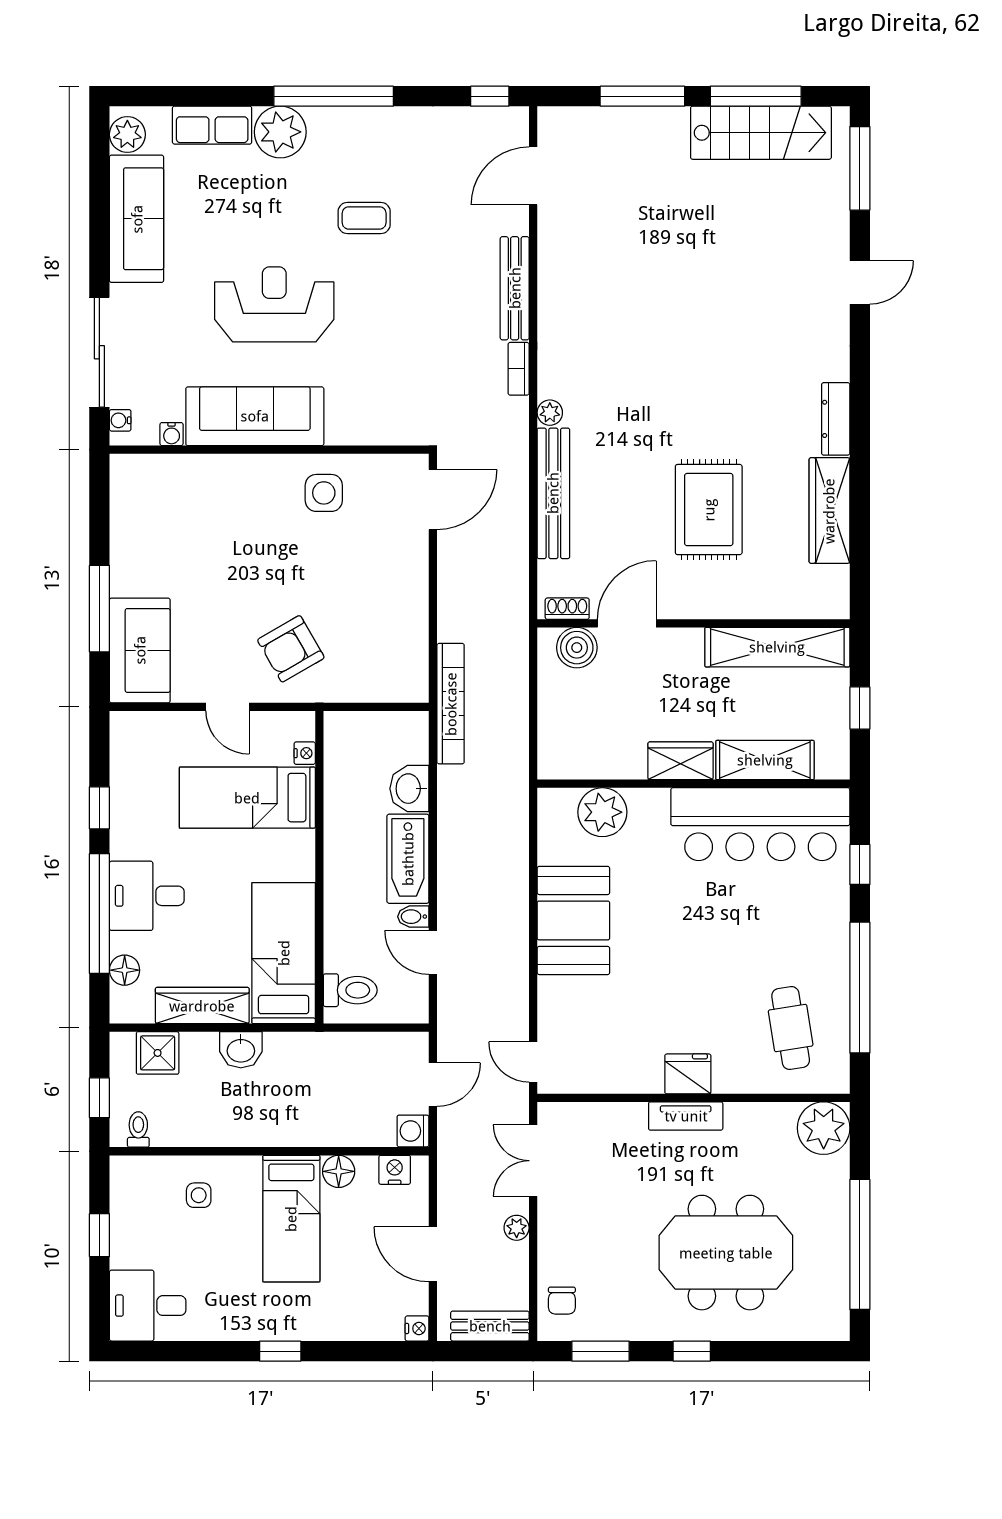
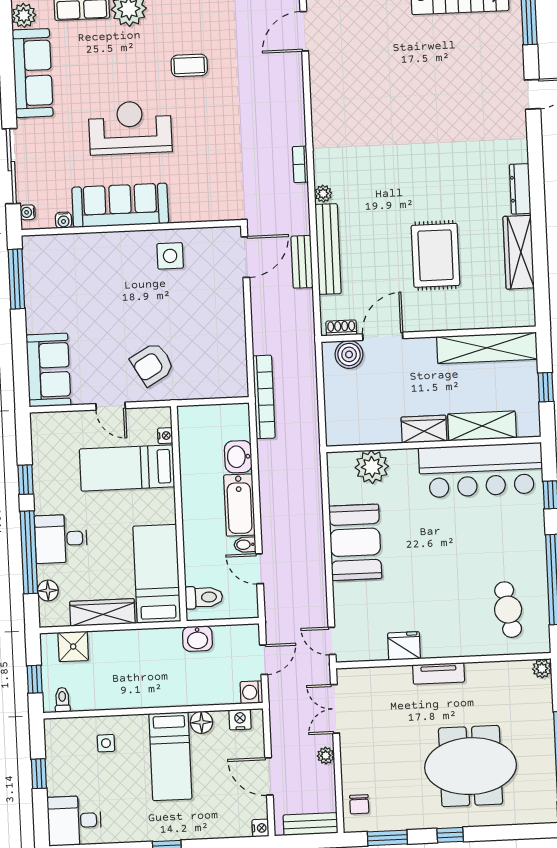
bench: (515, 288) -> (302, 262), moved, width x0.73
window: (99, 609) -> (16, 279), moved
washbasin: (241, 1050) -> (197, 639), moved
fridge: (688, 1074) -> (404, 646), moved
plant: (824, 1128) -> (542, 669), width x0.53, depth x0.53

